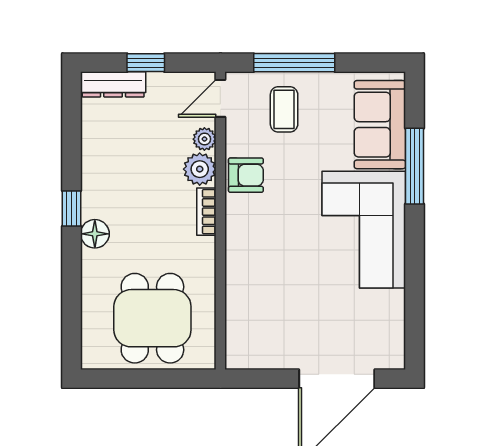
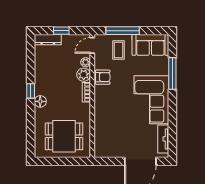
sofa: (380, 125) -> (150, 45), moved, turned -90
dining table: (152, 318) -> (64, 136), turned 90
tv unit: (392, 325) -> (163, 139), added

